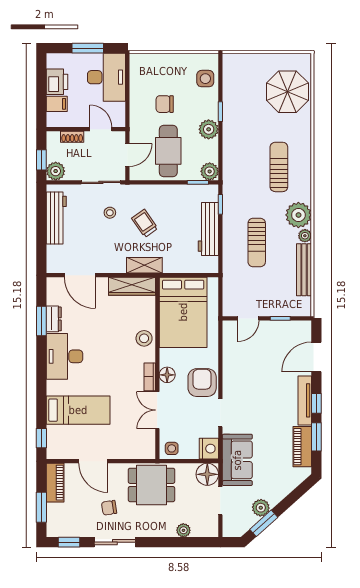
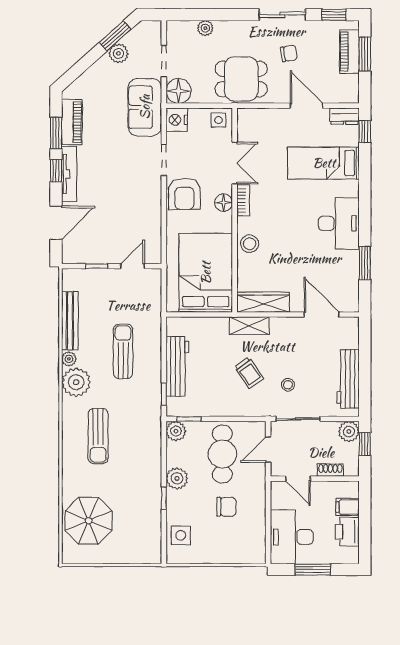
dresser: (54, 319) -> (345, 116), moved, turned -90
piano: (55, 483) -> (349, 52), moved

